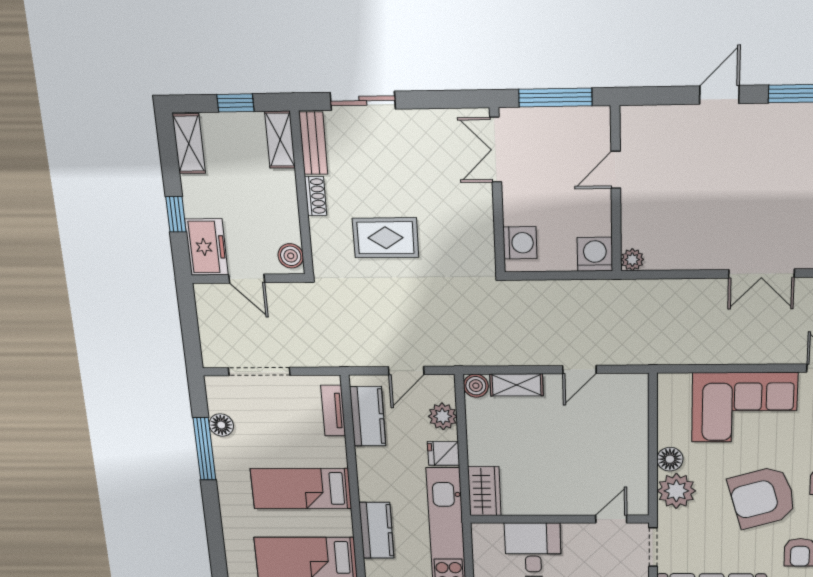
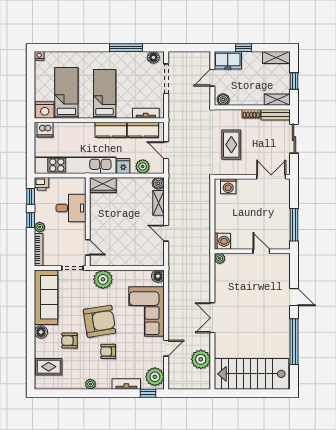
double door: (496, 150) -> (271, 177), moved
wall: (497, 191) -> (252, 177), moved
washing machine: (520, 243) -> (228, 186), moved
floor lamp: (221, 425) -> (153, 57), moved
floor lamp: (670, 459) -> (158, 276), moved
armchair: (762, 497) -> (100, 321), turned 97
kitchen counter: (376, 530) -> (111, 130), moved

